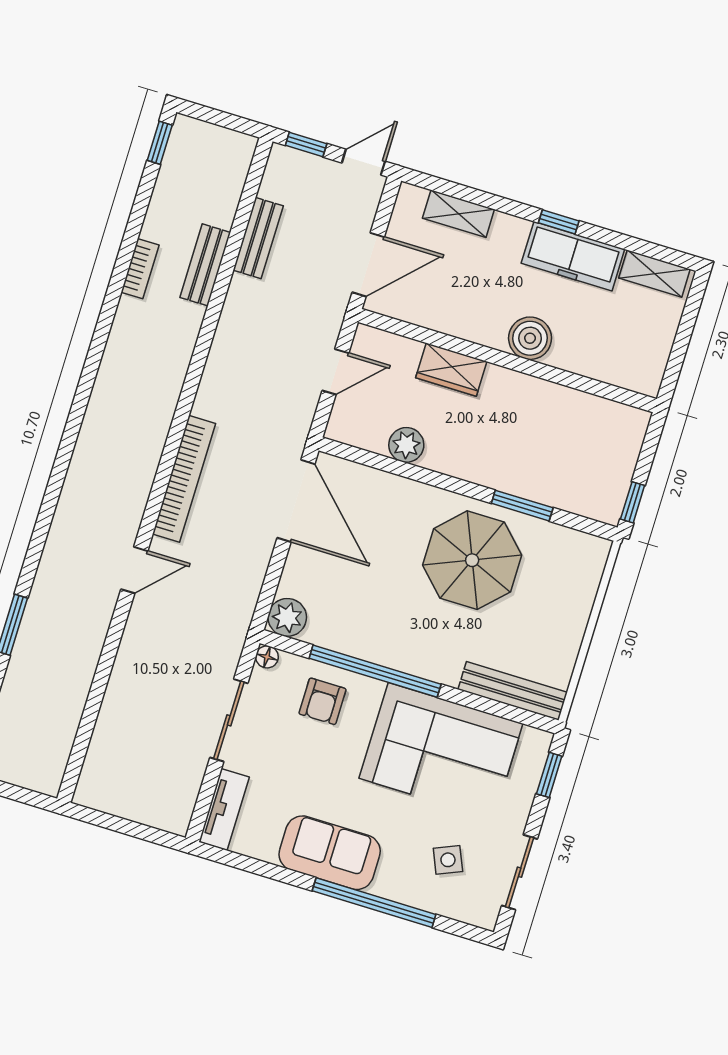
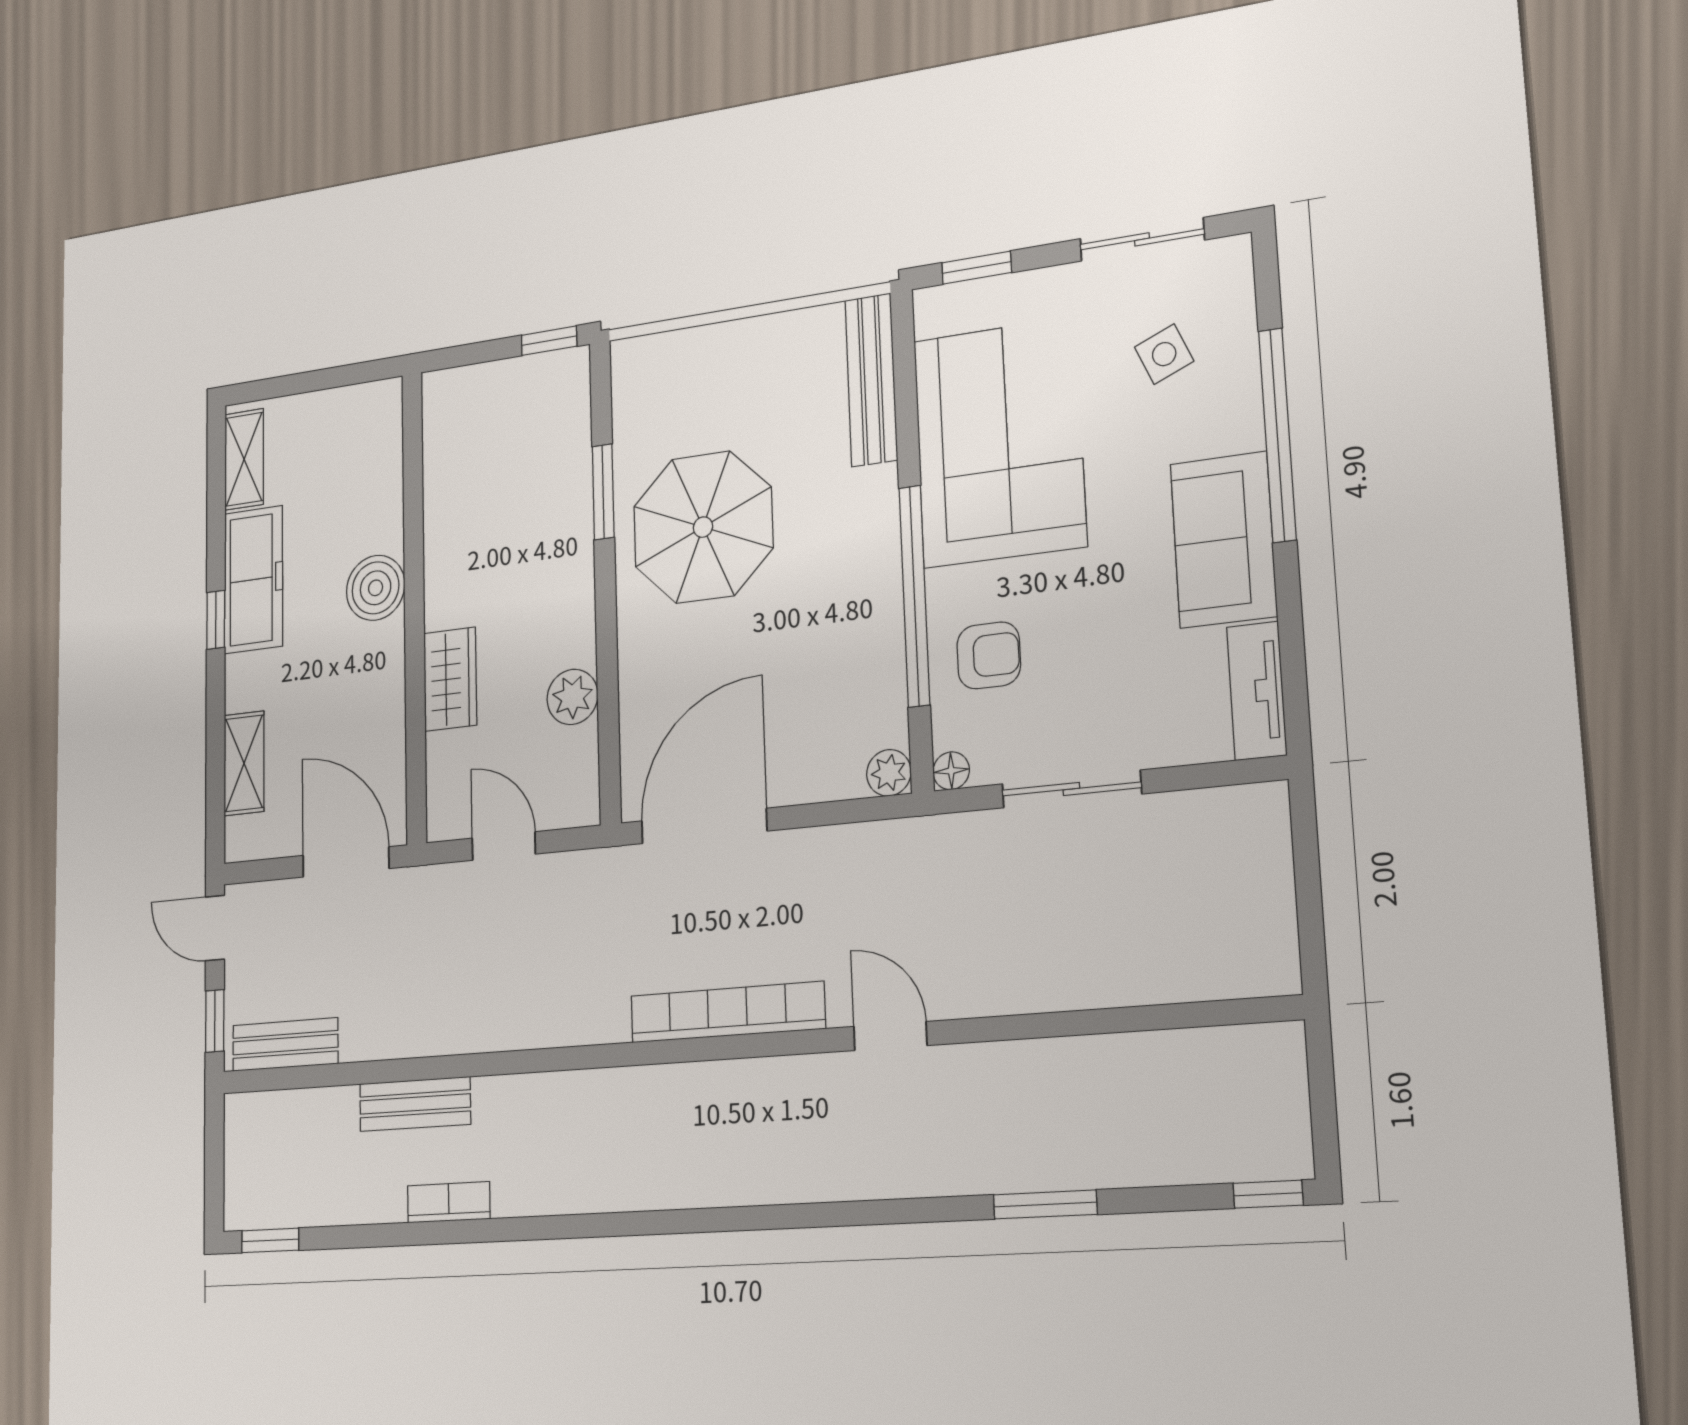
bench: (258, 238) -> (285, 1045), moved
plant: (287, 617) -> (889, 773), width x0.73, depth x0.73
tv unit: (224, 809) -> (1257, 691), moved, turned -90

